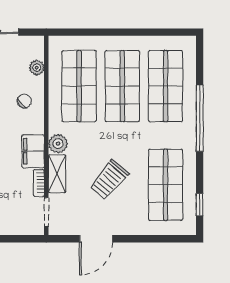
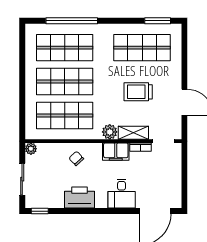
plant: (37, 68) -> (31, 149), moved
window: (200, 118) -> (72, 21), moved
trolley: (109, 180) -> (138, 92), turned 140
window: (200, 205) -> (158, 21), width x1.50

